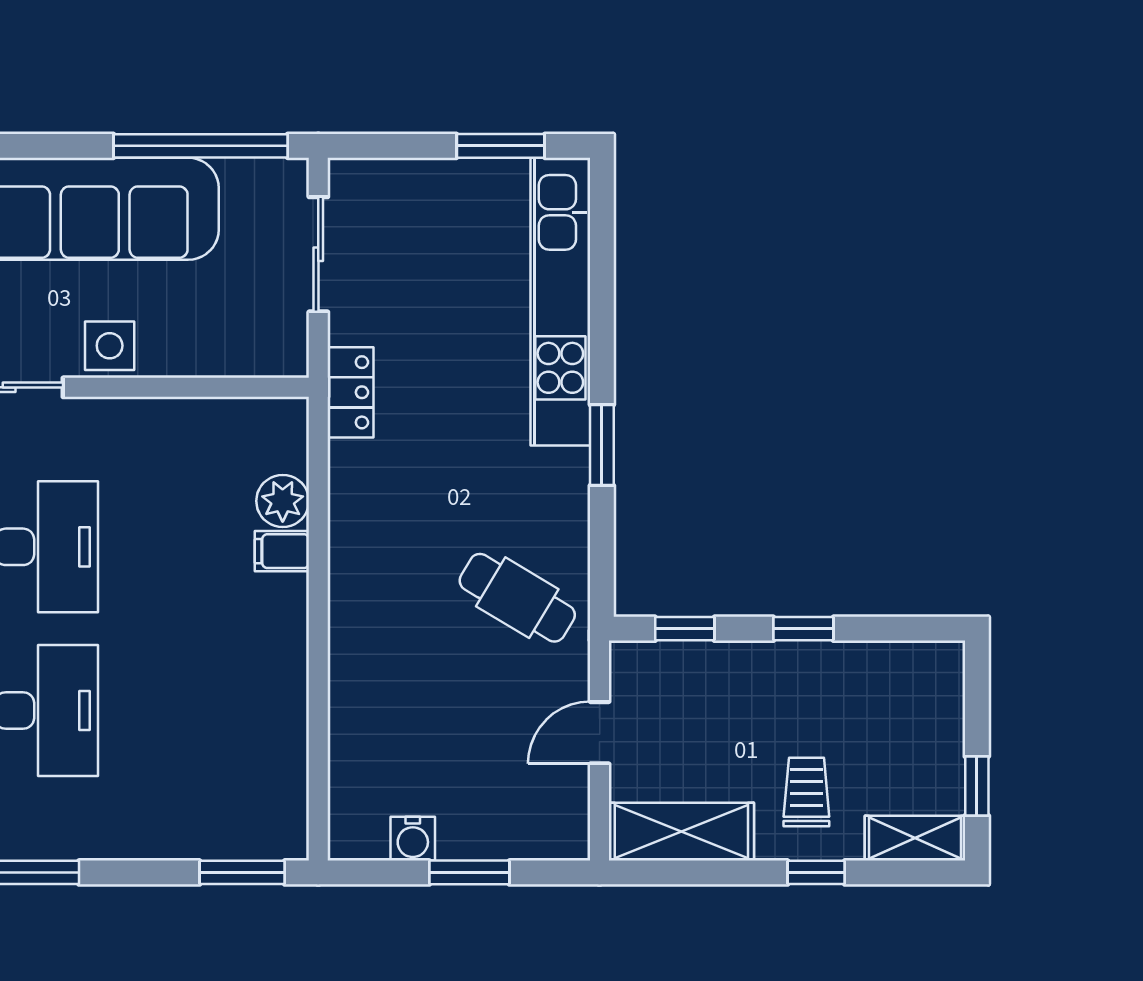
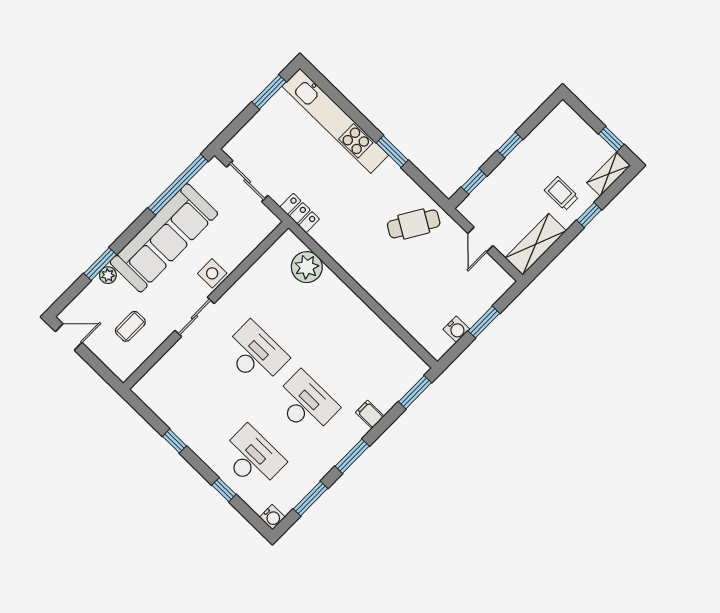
plant: (283, 501) -> (307, 267), width x1.36, depth x1.36
filing cabinet: (282, 551) -> (370, 414), moved, turned 90

